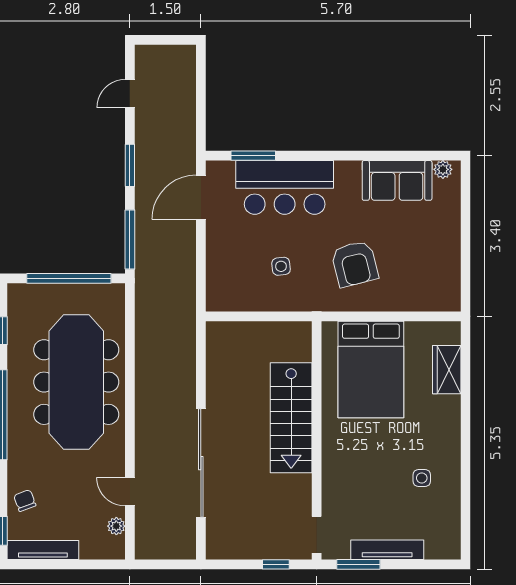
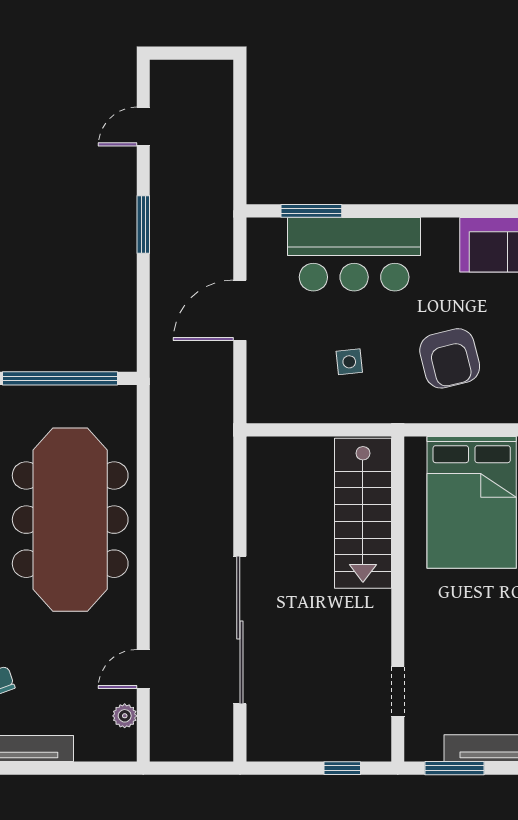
door: (201, 197) -> (240, 310), moved
window: (130, 239) -> (143, 325), removed
stairs: (291, 418) -> (363, 513), moved
door: (130, 492) -> (143, 669), hinge flipped
doorway: (317, 535) -> (398, 692), moved

